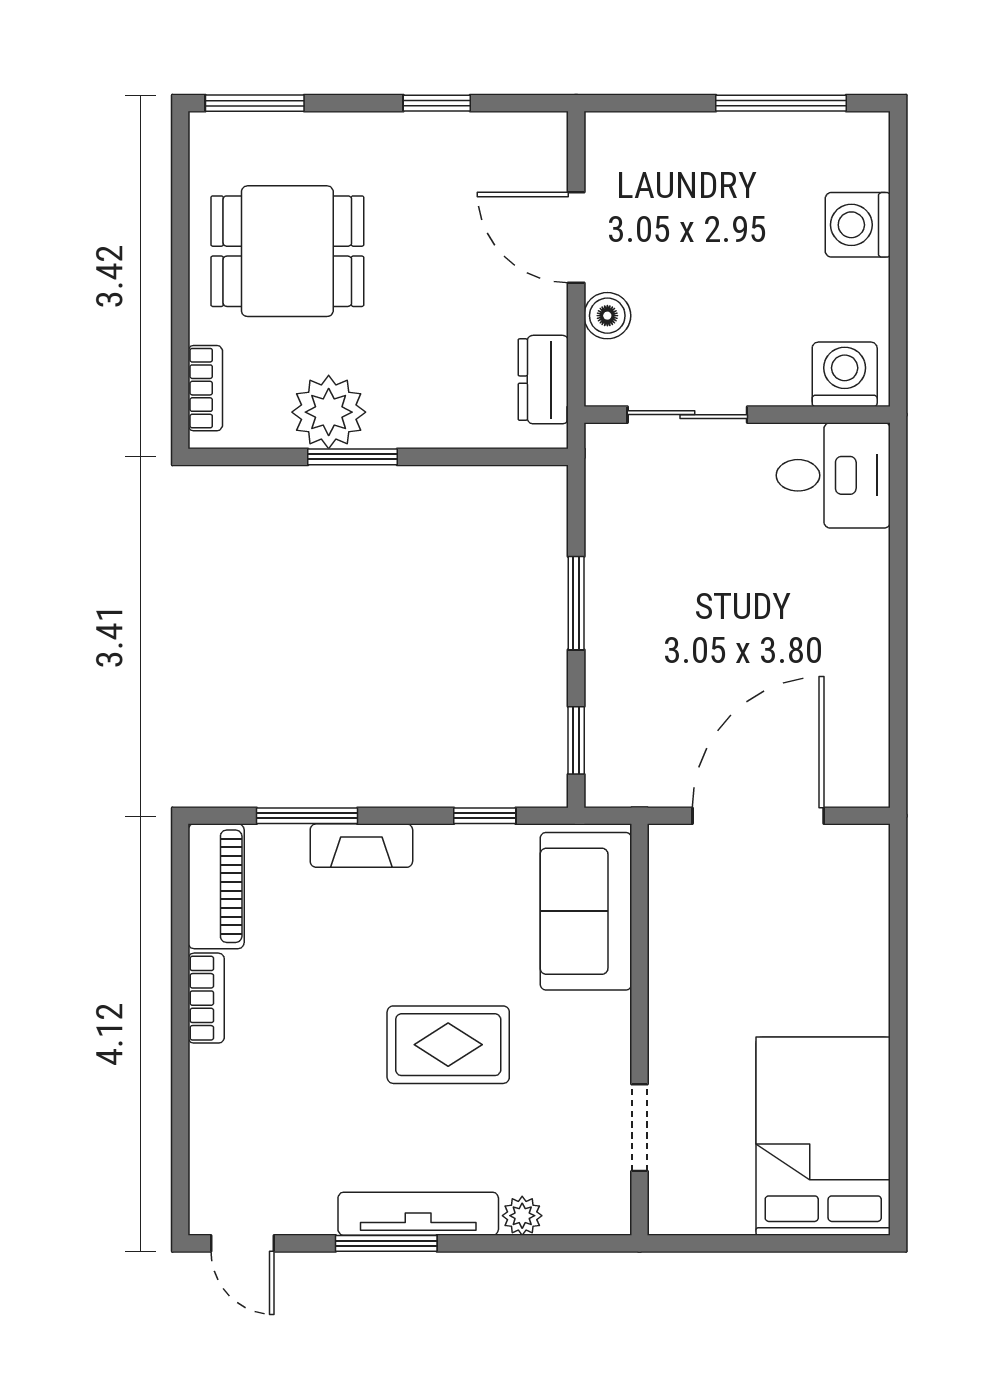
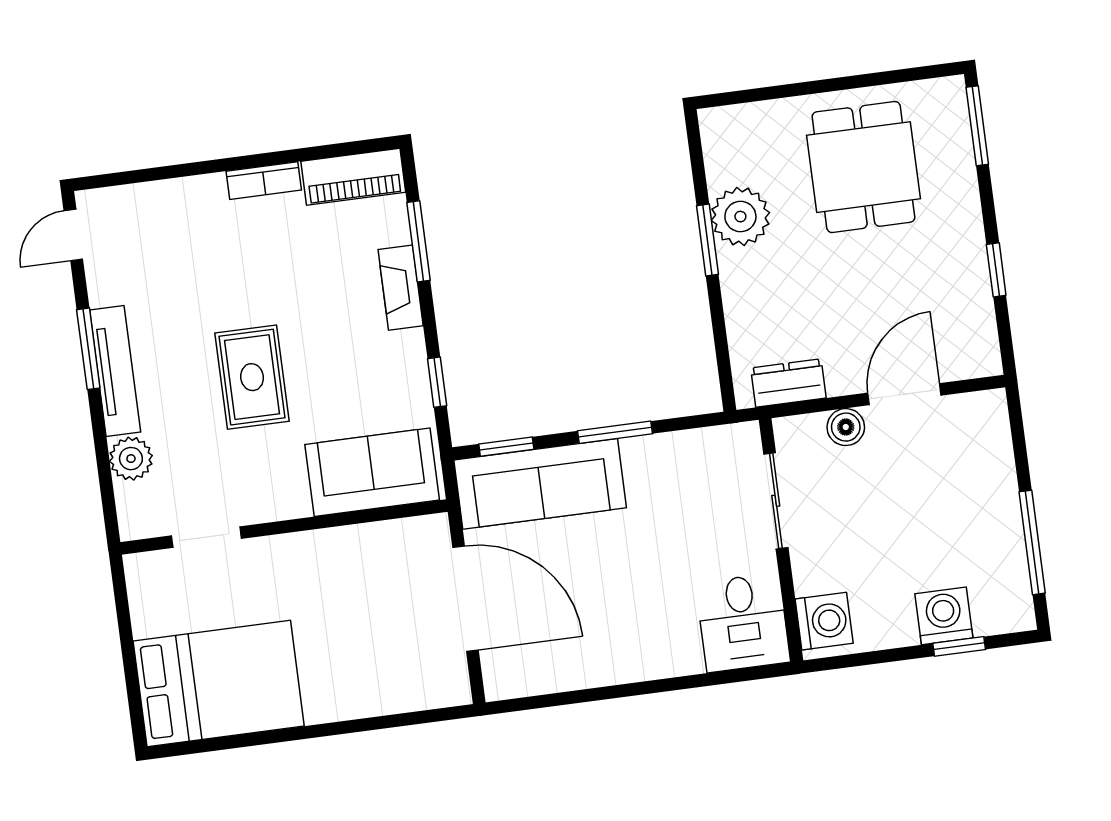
window: (898, 211) -> (959, 646), added
bookcase: (205, 388) -> (746, 116), removed
sofa: (628, 704) -> (540, 484), added
plant: (522, 1216) -> (131, 459), width x1.38, depth x1.38

